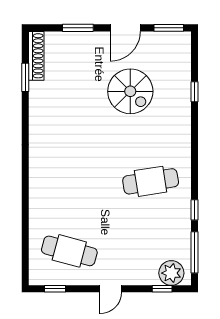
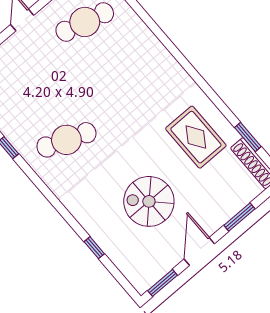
rug: (61, 108) -> (196, 137), added
cafe table: (151, 181) -> (66, 140), turned 30

